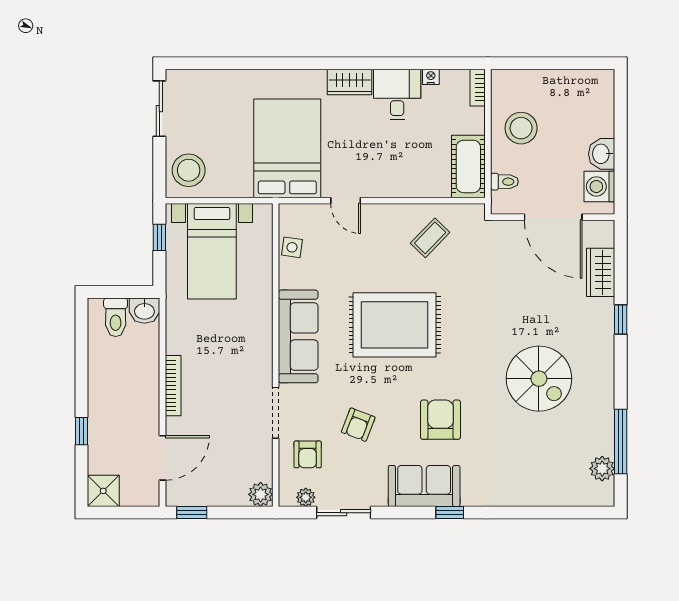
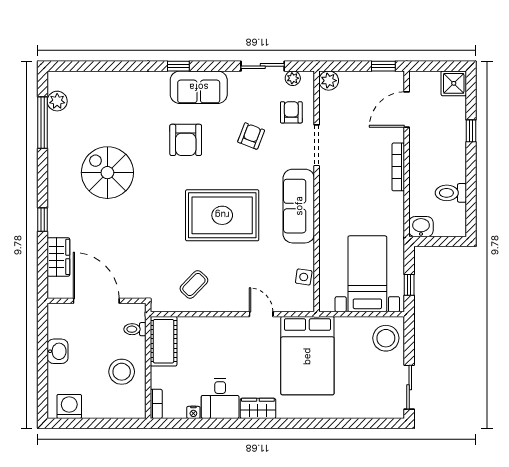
washing machine: (599, 186) -> (69, 406), moved, turned -90
toilet: (116, 317) -> (451, 193), moved, turned -90

